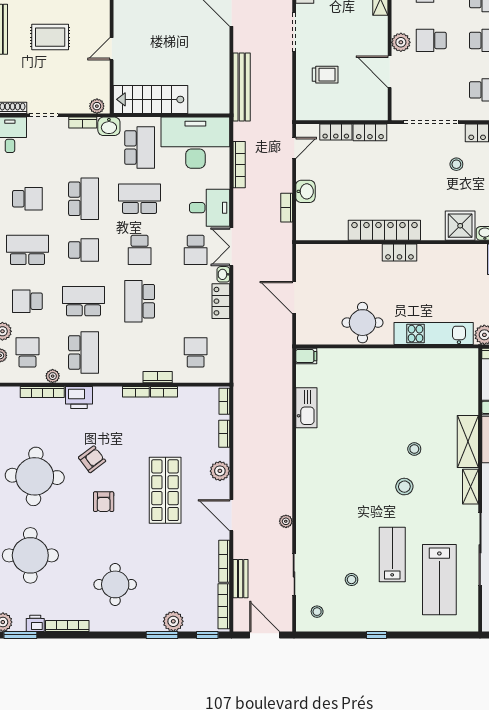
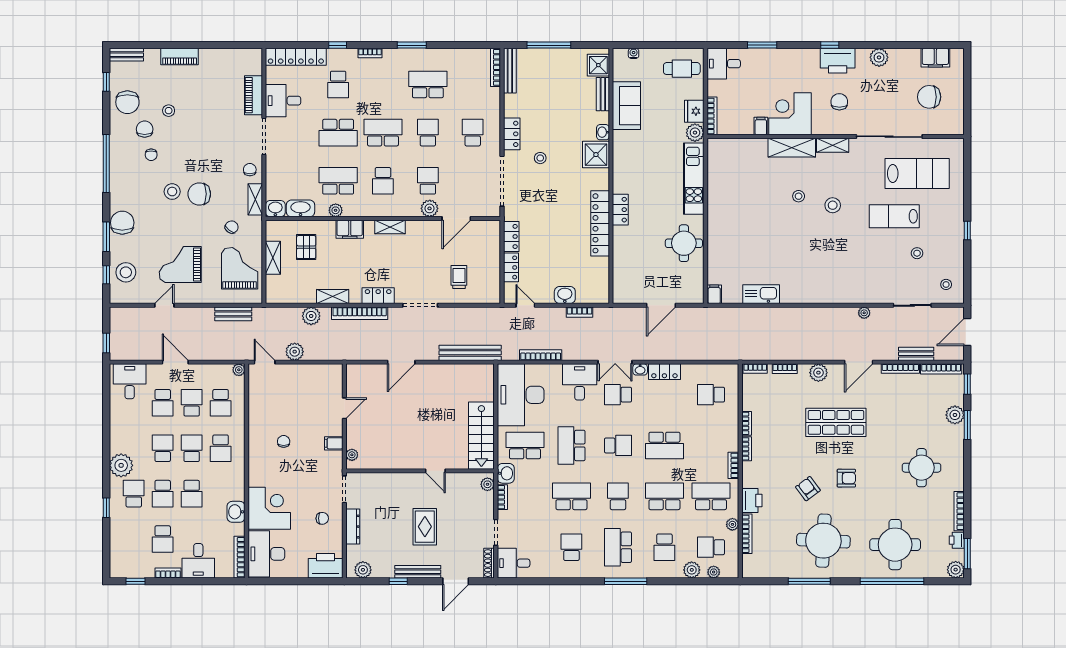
school desk: (431, 40) -> (428, 181), turned 180
school desk: (196, 250) -> (618, 395), turned 180
school desk: (84, 301) -> (664, 496), turned 90
bookcase: (158, 377) -> (733, 465), moved

